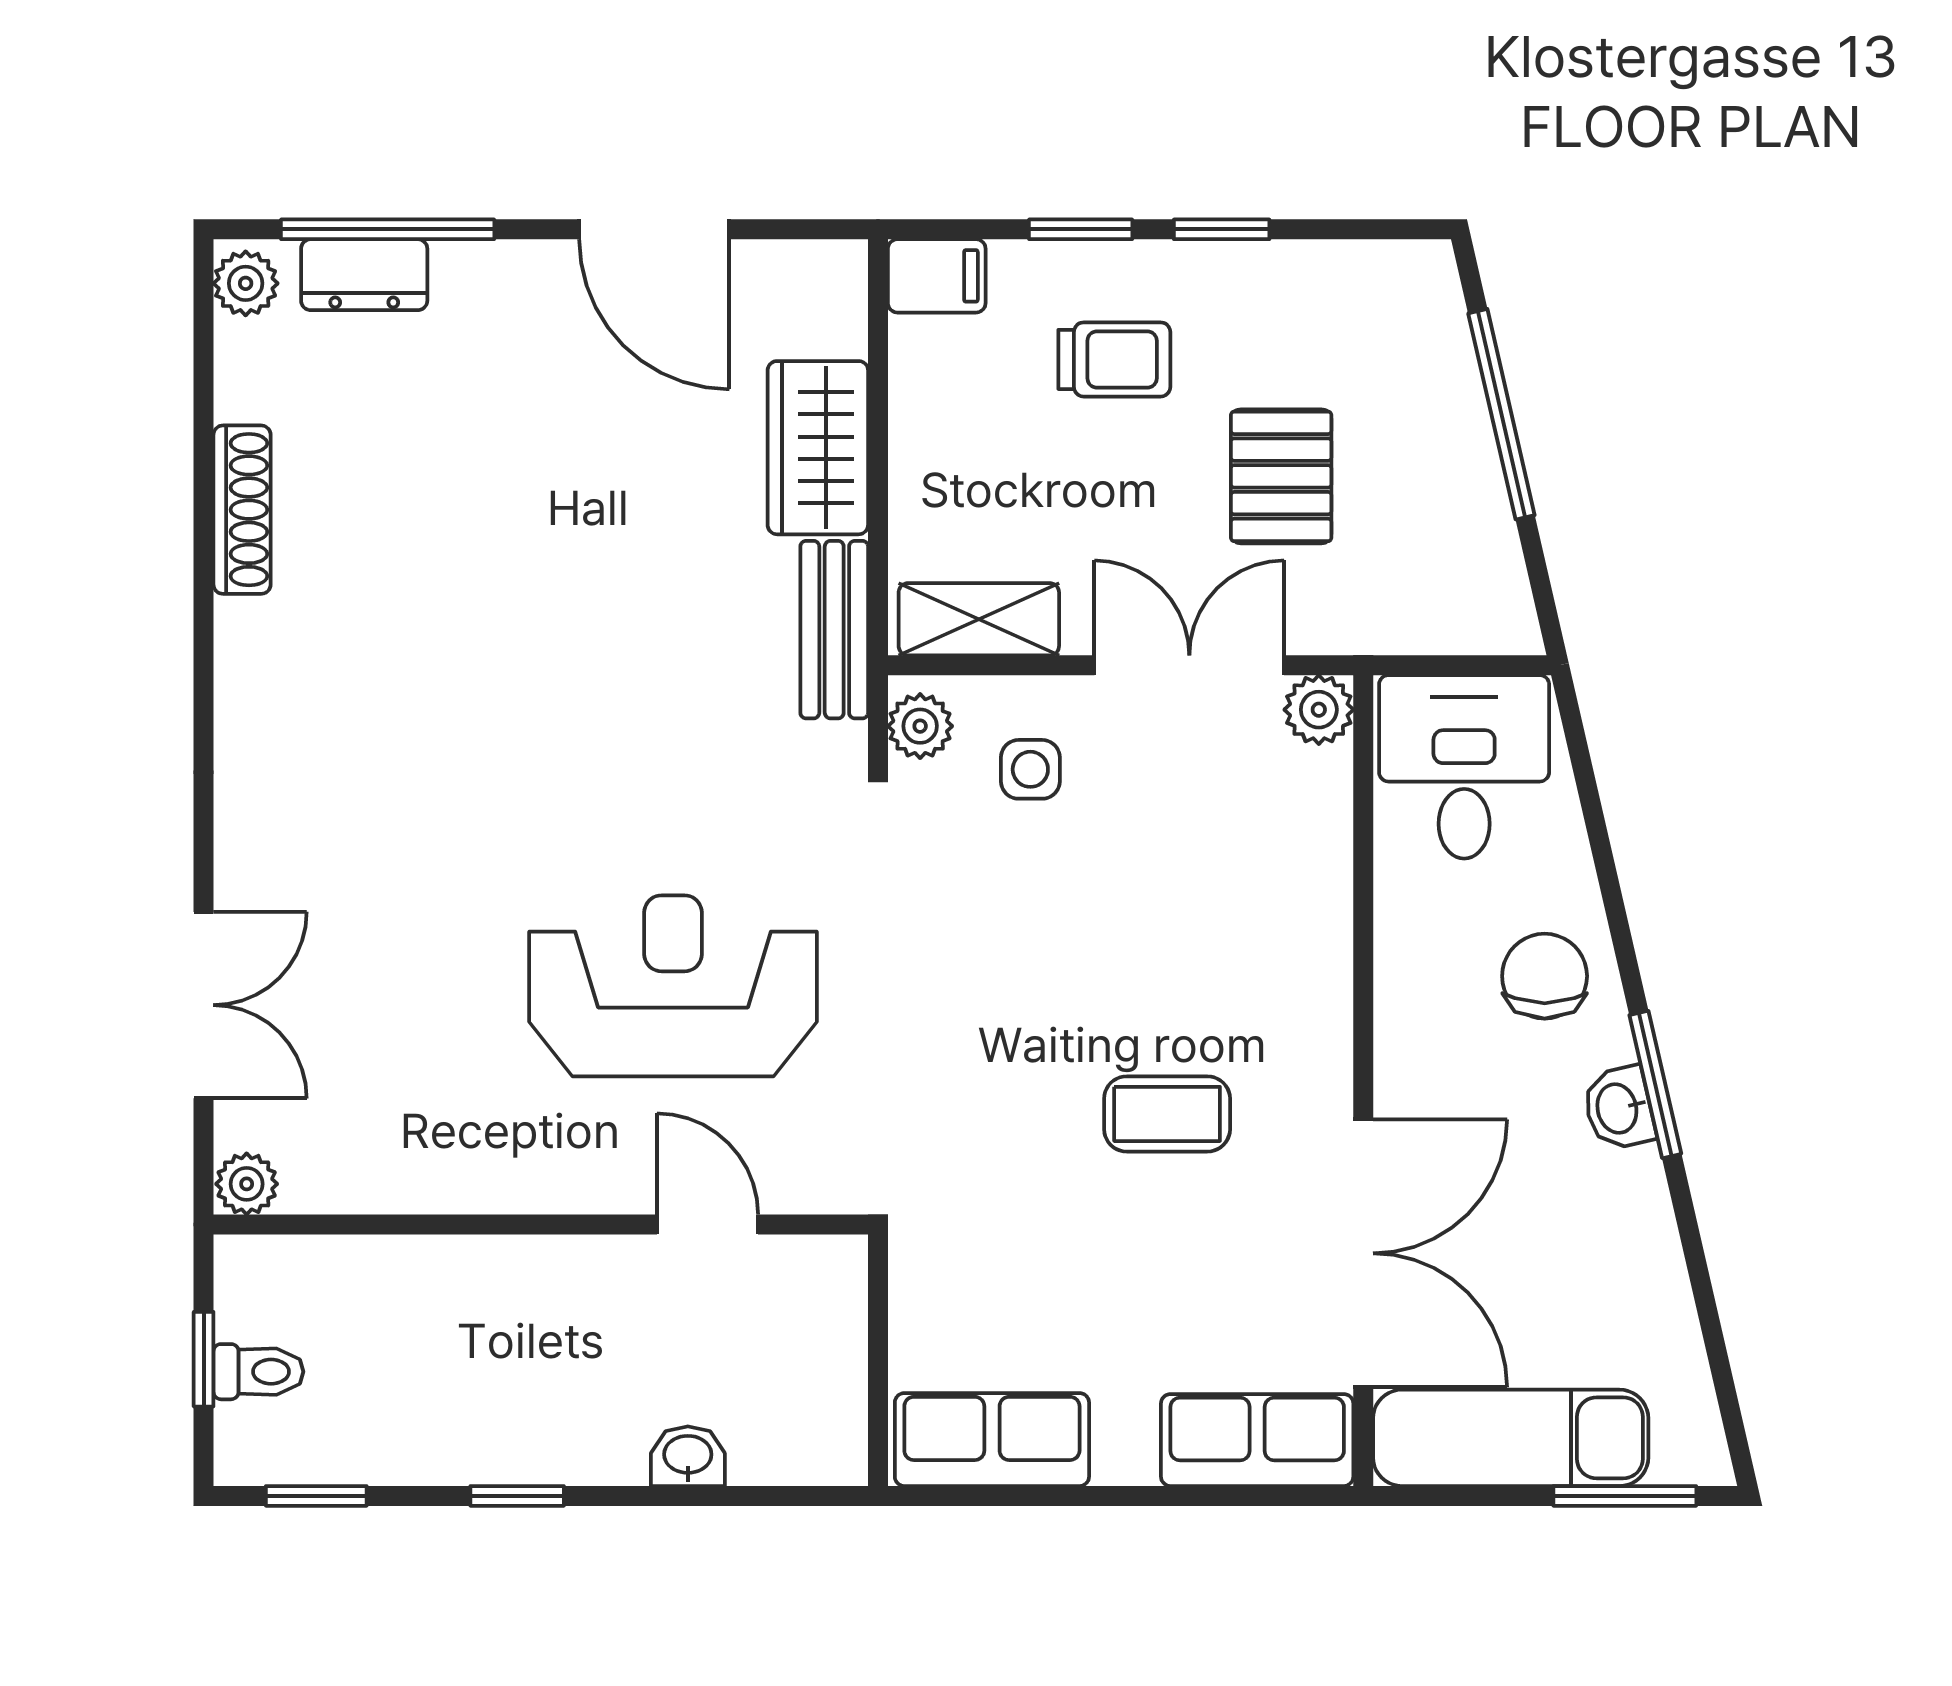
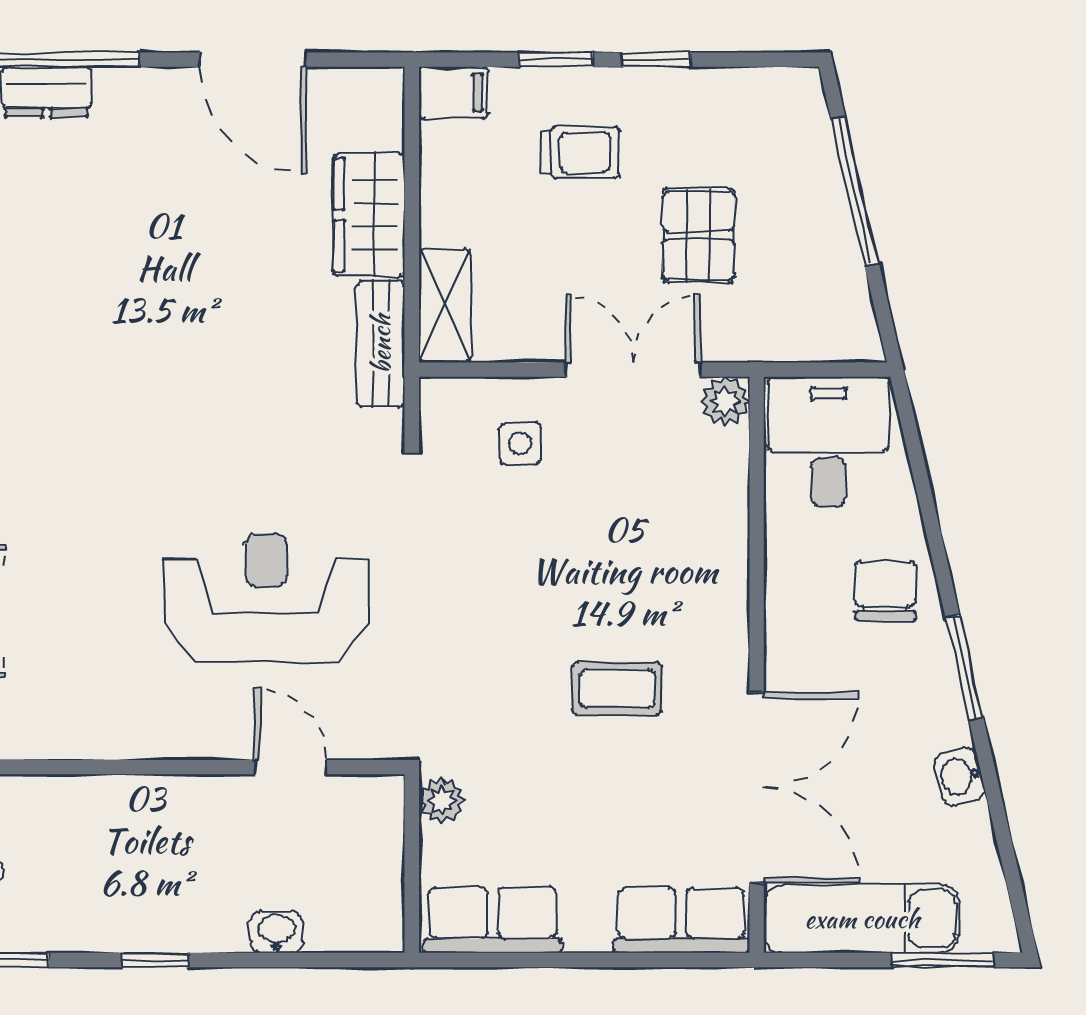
shelving: (979, 619) -> (444, 305), moved, turned 90
plant: (920, 726) -> (442, 801), moved
washbasin: (1619, 1108) -> (960, 777), moved

